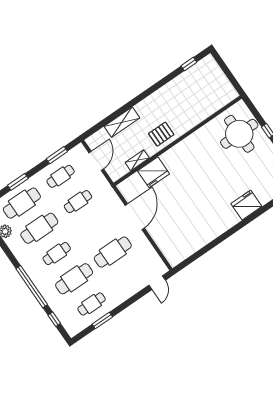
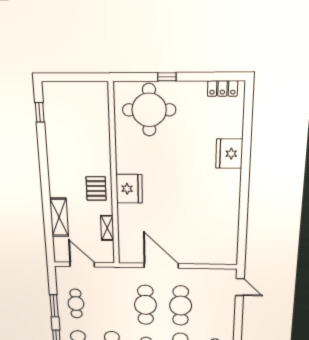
window: (57, 155) -> (54, 306), moved
fridge: (153, 172) -> (129, 189), moved
cafe table: (78, 202) -> (145, 305), moved, width x1.37, depth x1.35

